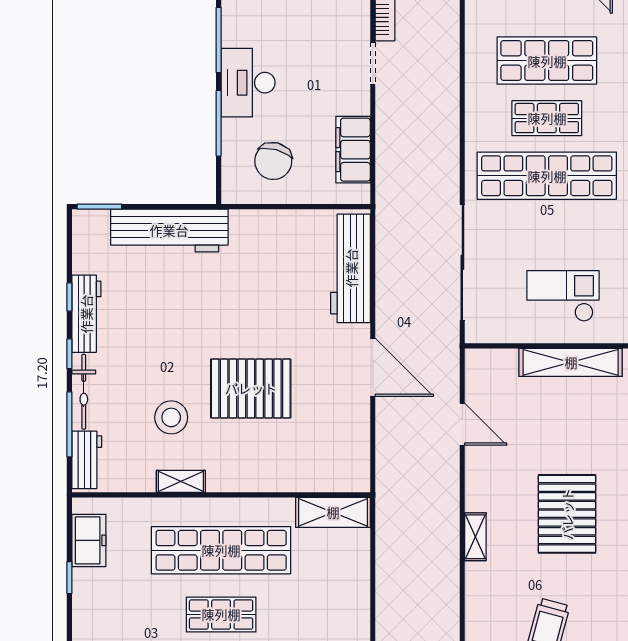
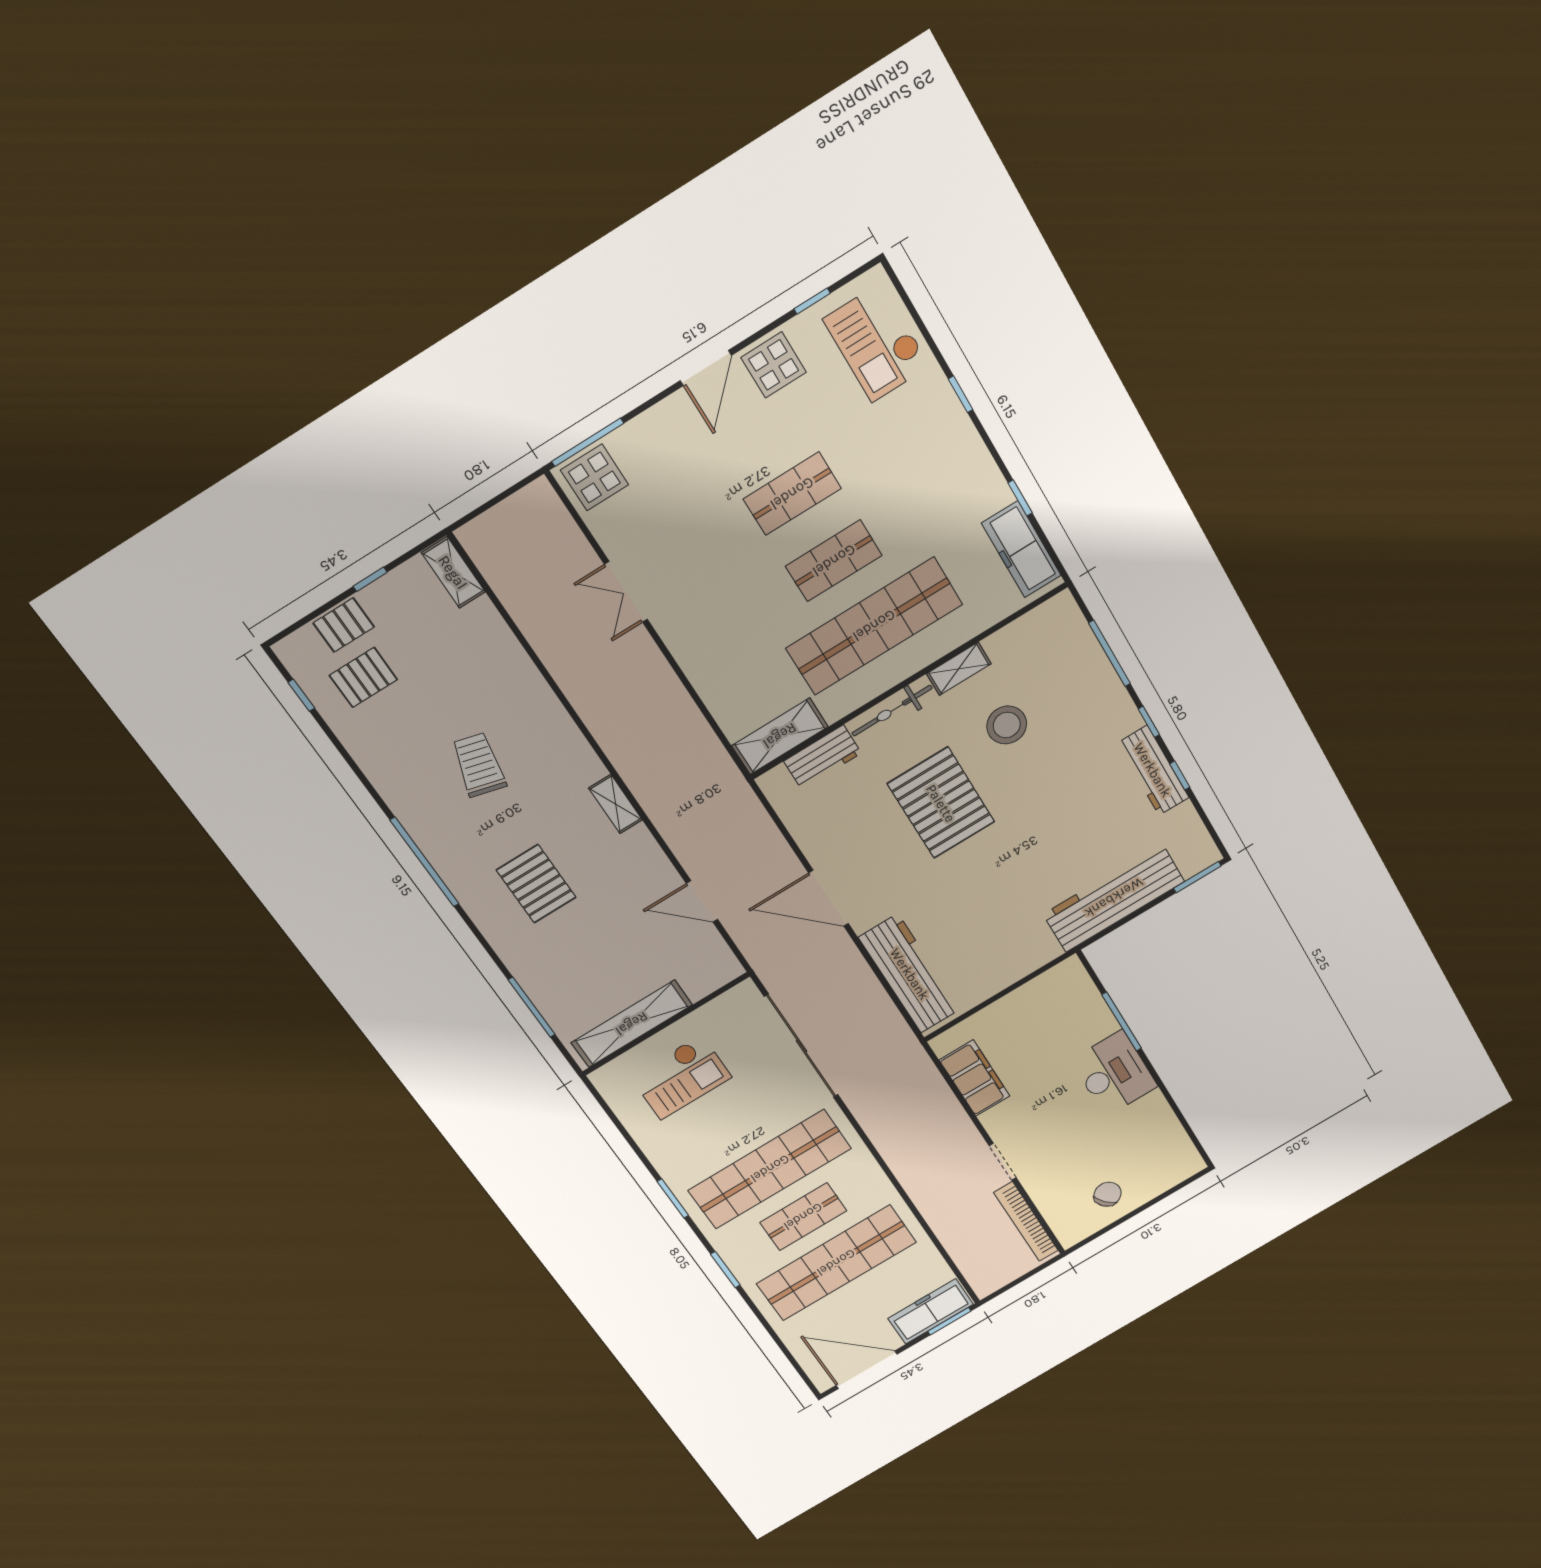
window: (219, 40) -> (1165, 1092), removed
shop shelf: (547, 61) -> (836, 1263), width x1.40
chair: (273, 161) -> (1047, 1021), removed
pallet: (251, 388) -> (941, 803), turned 90
bicycle: (84, 392) -> (892, 711), moved, turned -90
workbench: (87, 460) -> (823, 757), moved, turned -90
pallet: (567, 514) -> (536, 884), width x0.73, depth x0.71
freezer: (89, 540) -> (1021, 549), width x1.40

